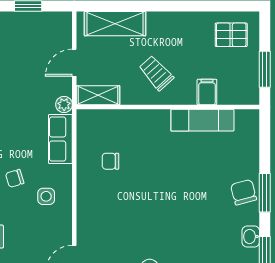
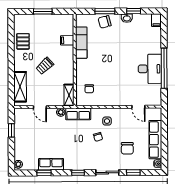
pallet: (231, 35) -> (23, 41), moved
filing cabinet: (207, 92) -> (67, 40), moved
shelving: (98, 95) -> (69, 95), moved
wall: (168, 107) -> (75, 60), moved
exam couch: (202, 120) -> (81, 43), moved

